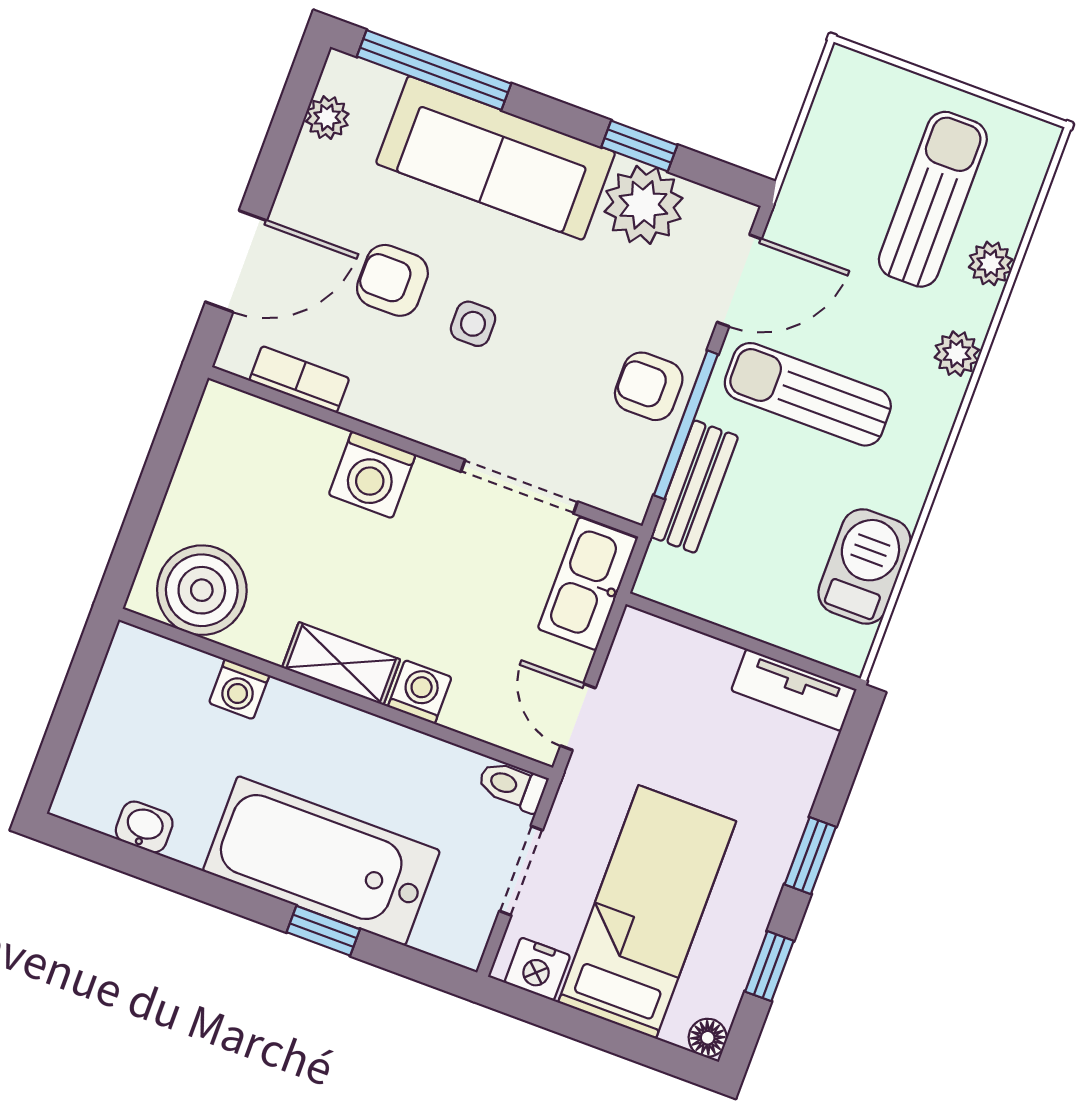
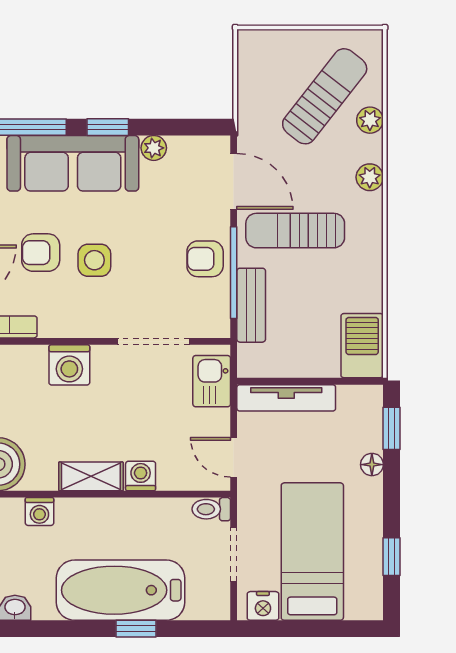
window: (639, 146) -> (108, 127), moved
sun lounger: (933, 199) -> (325, 96), turned 38
plant: (643, 205) -> (154, 148), width x0.53, depth x0.53
door: (739, 281) -> (234, 181), hinge flipped
side table: (473, 324) -> (94, 260), width x1.37, depth x1.37
barbecue: (864, 566) -> (362, 346), moved
kitchen sink: (588, 584) -> (212, 381), width x0.73
tv unit: (794, 690) -> (286, 398), moved, width x1.41
window: (810, 856) -> (391, 428), moved
floor lamp: (708, 1038) -> (372, 465), moved

